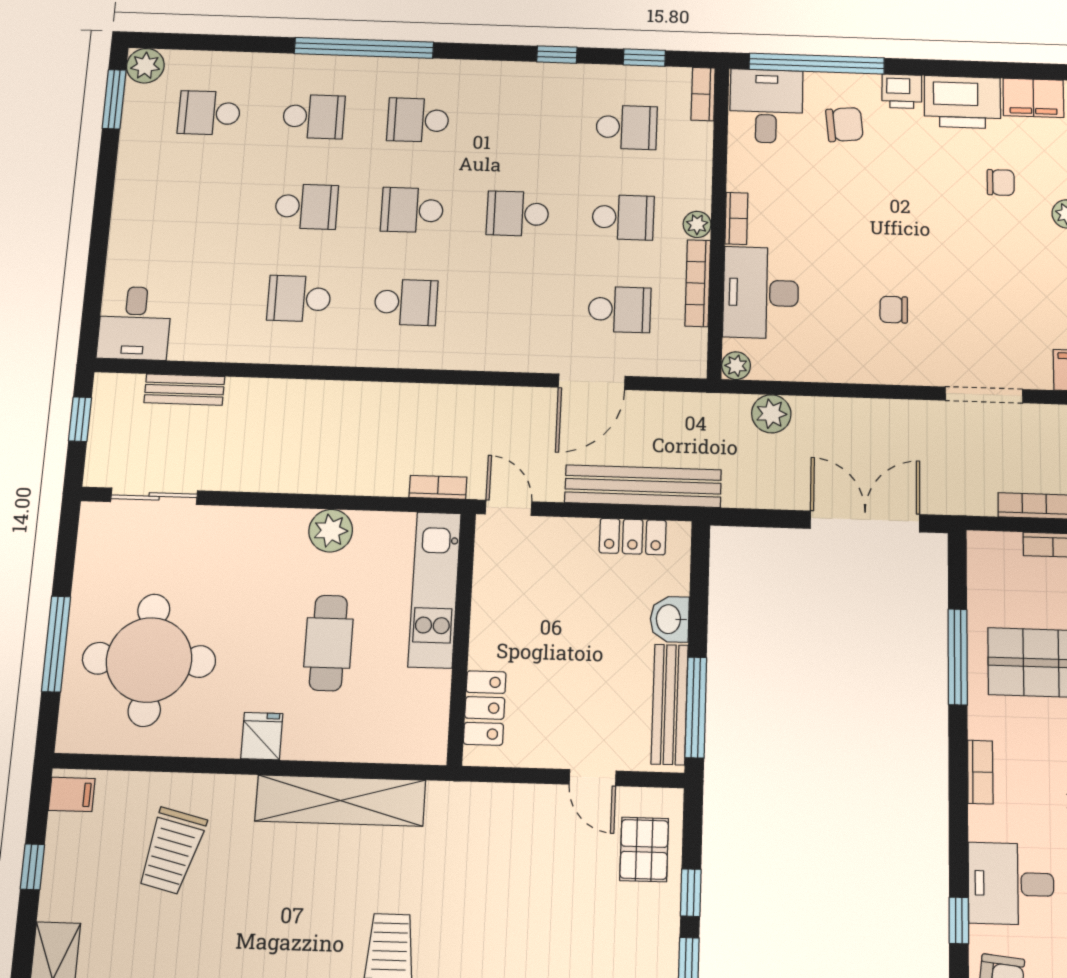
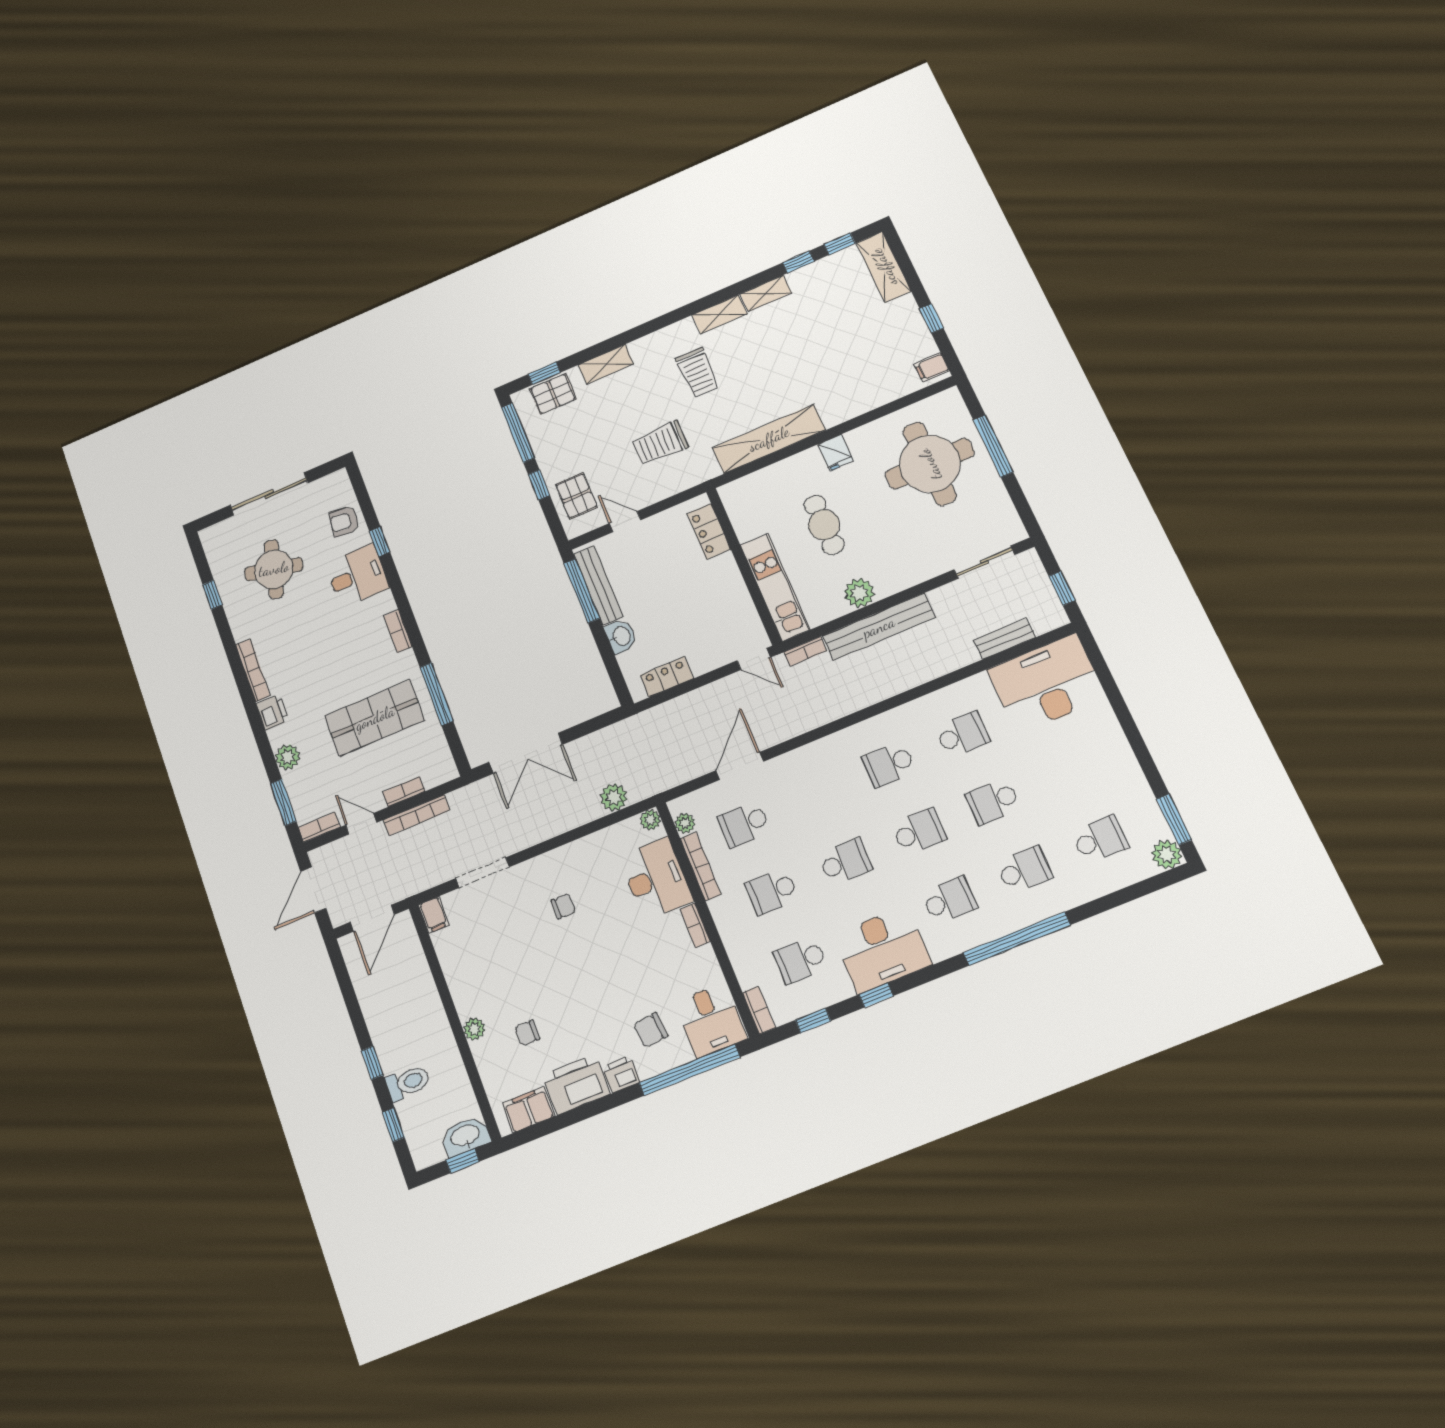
desk: (524, 100) -> (882, 950), added
school desk: (314, 117) -> (1024, 870), turned 180
plant: (697, 224) -> (685, 823), moved
desk: (135, 323) -> (1046, 684), width x1.87, depth x1.30
bench: (643, 486) -> (879, 627), moved
trolley: (172, 851) -> (660, 443), moved, turned -104

